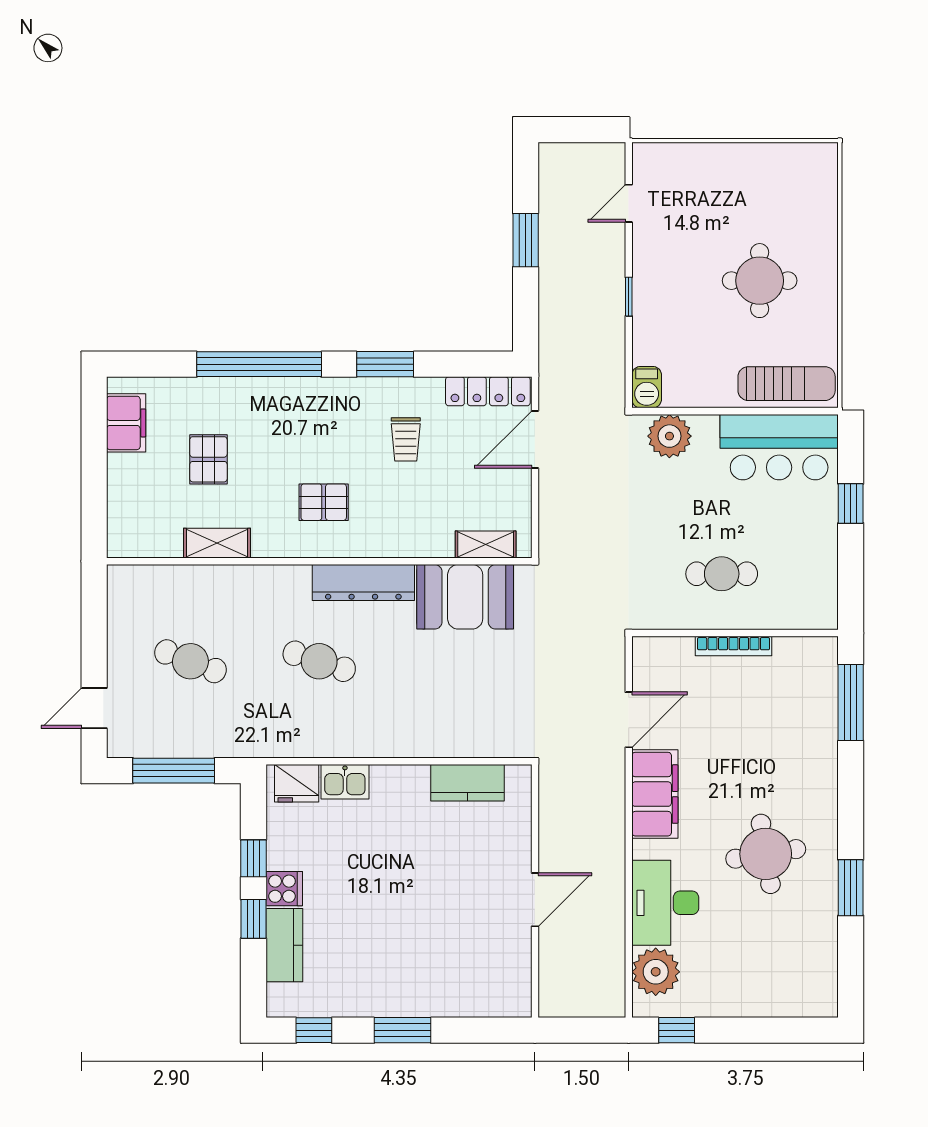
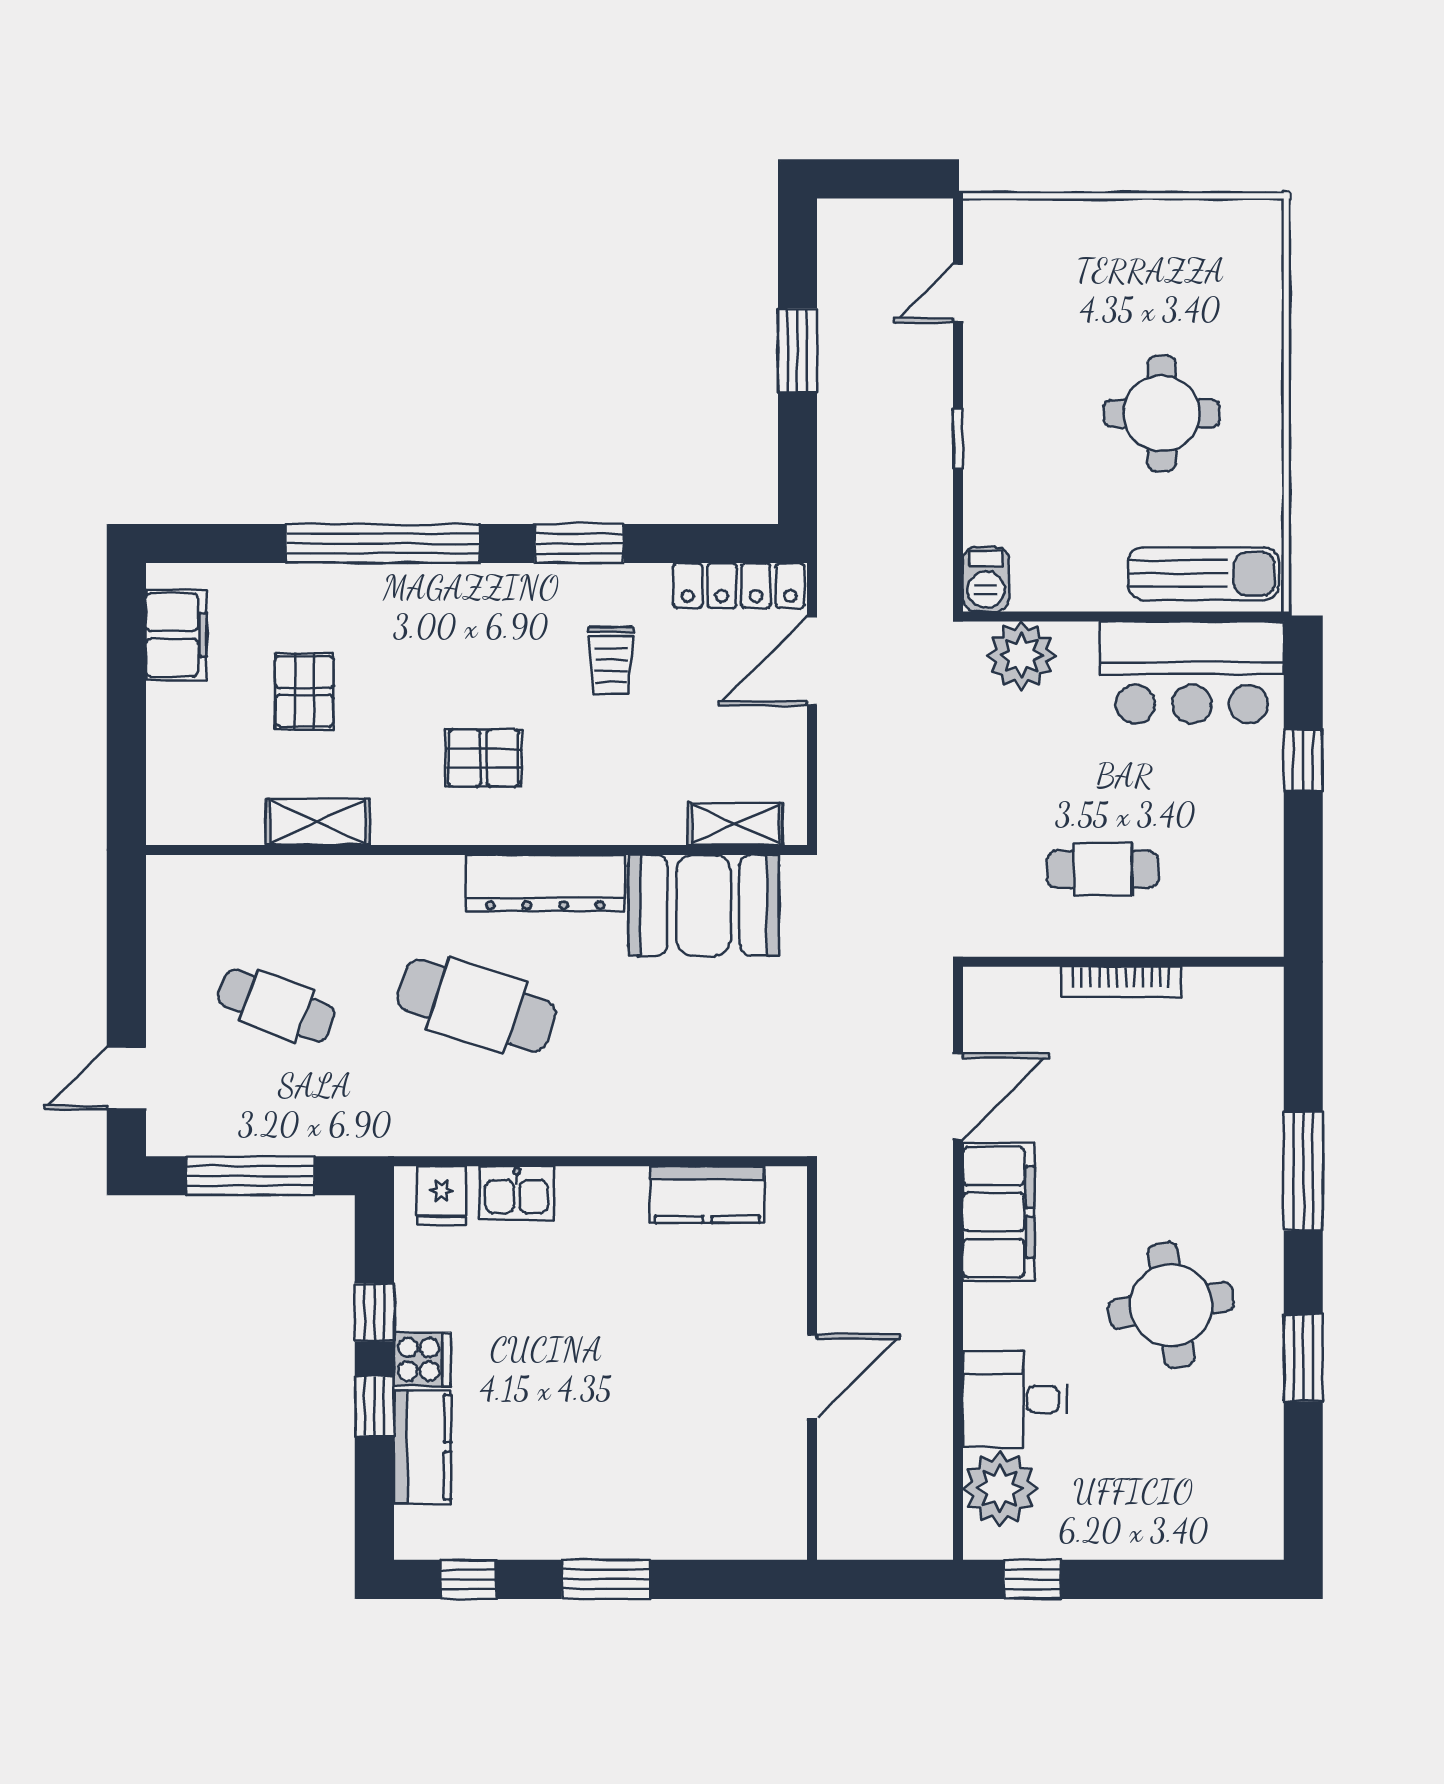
cafe table: (319, 661) -> (477, 1006), width x1.37, depth x1.35
window: (851, 702) -> (1303, 1171), moved
fridge: (297, 783) -> (442, 1195), width x0.72
desk: (665, 903) -> (1015, 1399), width x0.73

